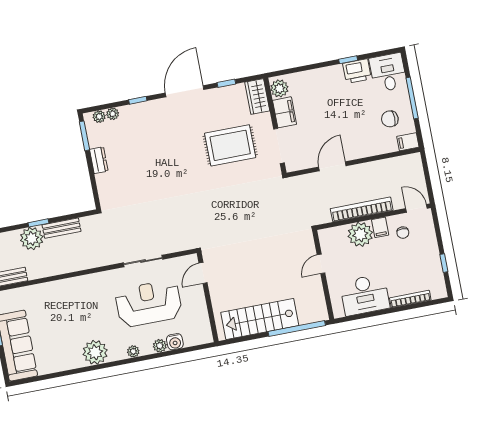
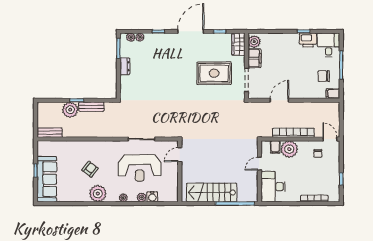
filing cabinet: (380, 227) -> (275, 147), moved
desk: (365, 295) -> (273, 187), moved, turned 90
reception desk: (149, 303) -> (140, 168), turned 180
armchair: (77, 319) -> (90, 169), added

